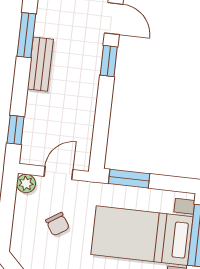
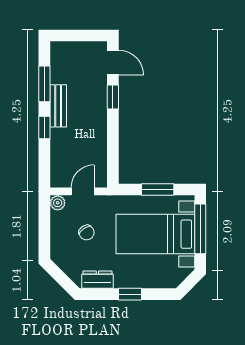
window: (16, 130) -> (44, 128), moved
window: (129, 179) -> (158, 190), moved

